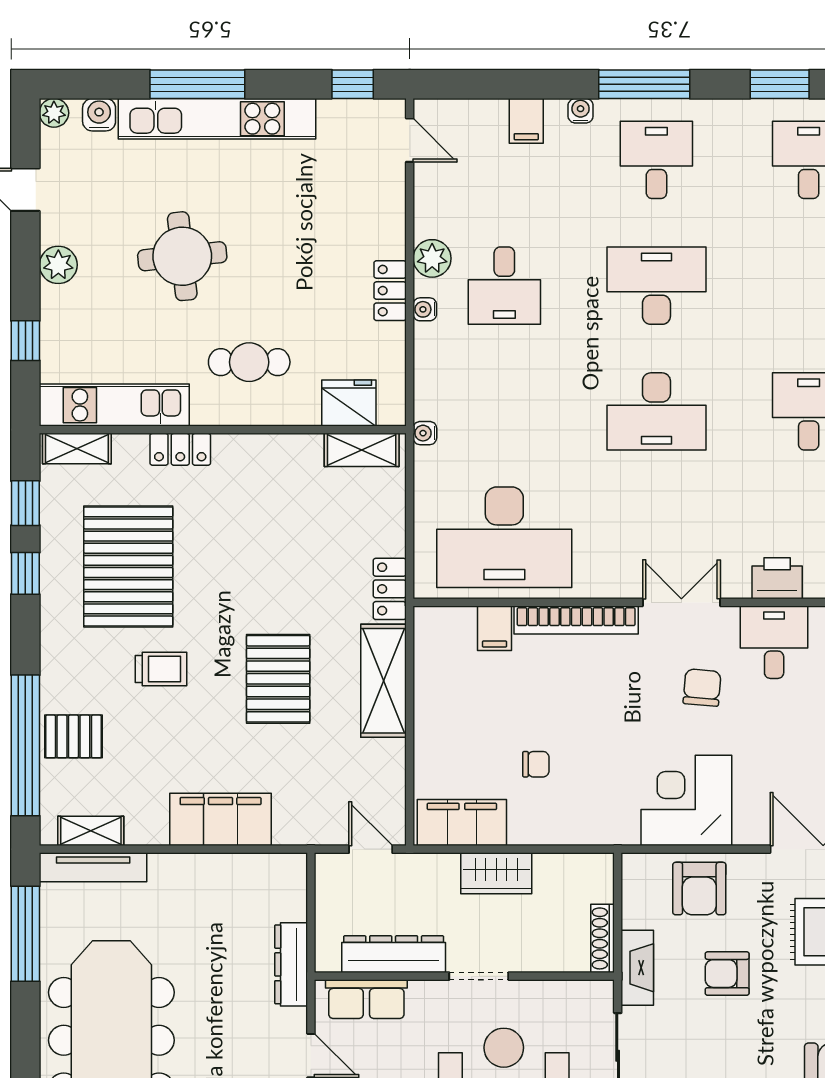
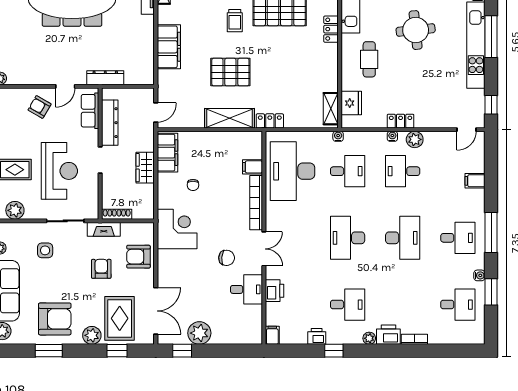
water cooler: (581, 111) -> (479, 275), moved
desk: (504, 411) -> (348, 171), added
corner desk: (686, 800) -> (177, 229), moved

